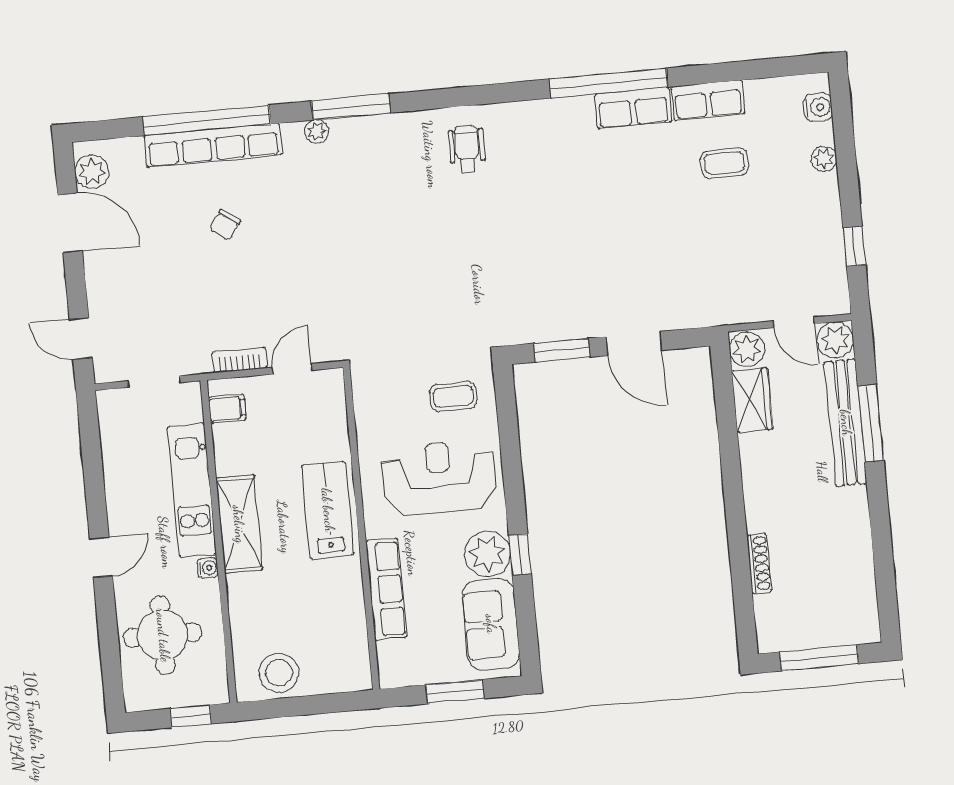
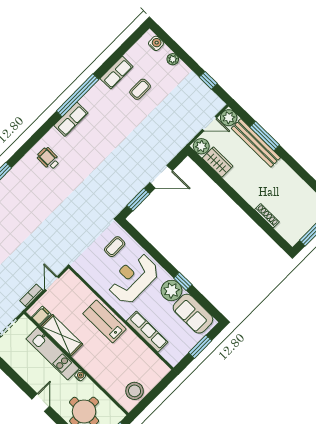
row of seats: (633, 108) -> (71, 119), moved
shelving: (239, 524) -> (62, 335), moved

